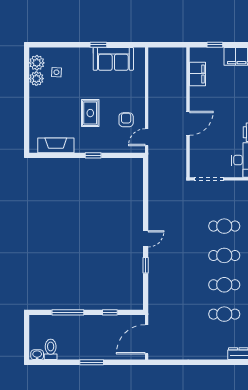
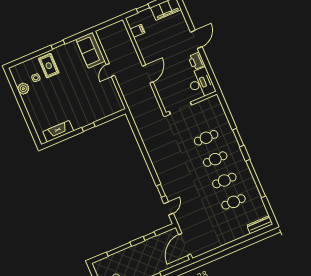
sofa: (113, 59) -> (91, 50), moved, turned 90
plant: (37, 63) -> (19, 77), removed
filing cabinet: (197, 74) -> (137, 31), width x0.50
rug: (90, 113) -> (49, 66), moved
armchair: (126, 120) -> (101, 91), removed
door: (147, 137) -> (110, 70), moved
door: (146, 239) -> (168, 208), moved

